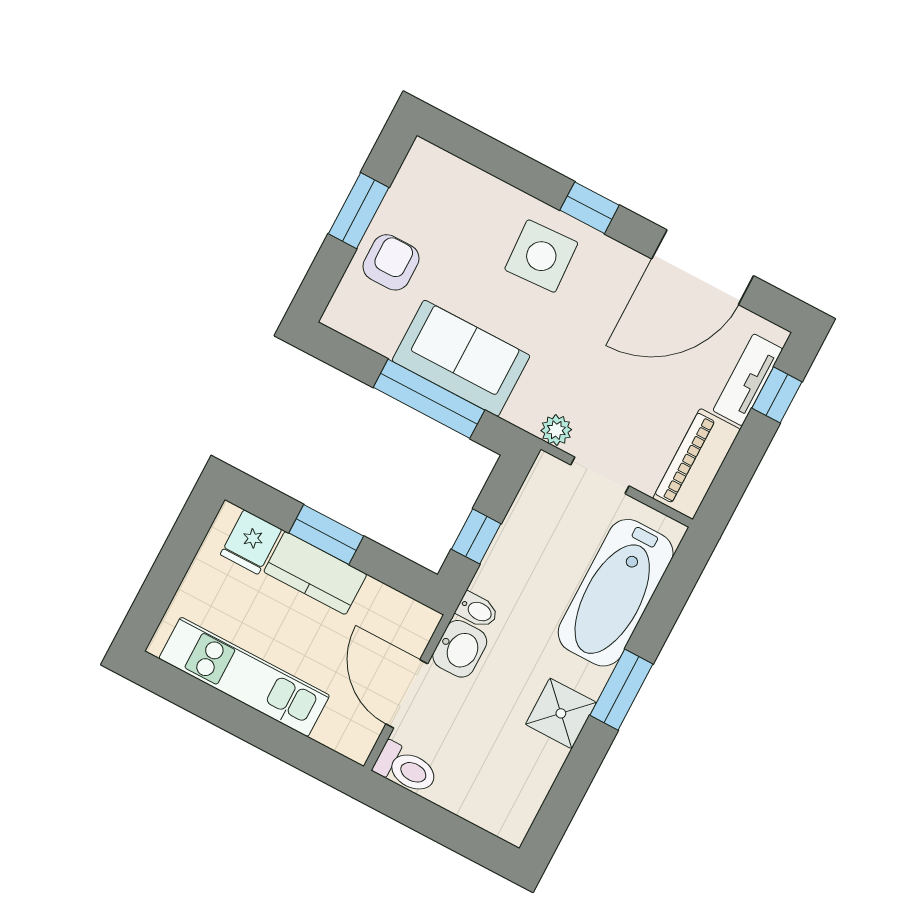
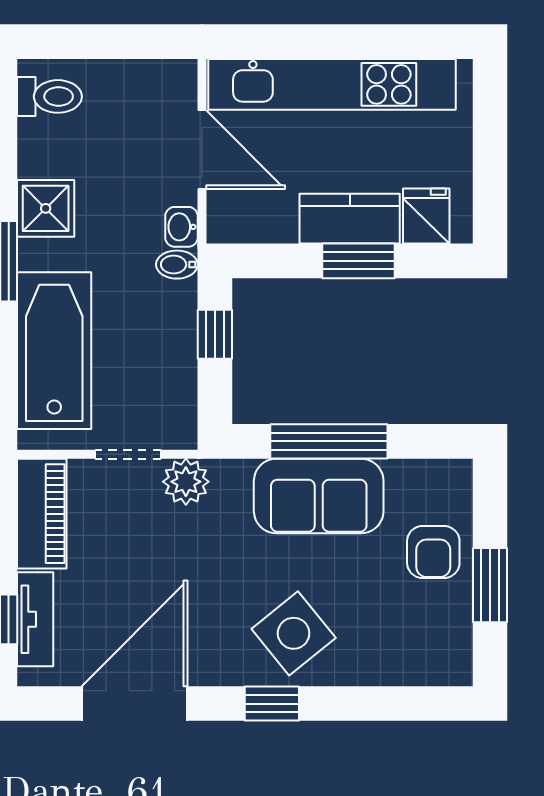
side table: (541, 256) -> (294, 633), turned -36
plant: (556, 430) -> (186, 482), width x1.38, depth x1.38
washbasin: (460, 649) -> (181, 227), width x0.72, depth x0.69
kitchen unit: (244, 677) -> (332, 84), width x1.36
toilet: (406, 768) -> (49, 96), moved, turned 180

